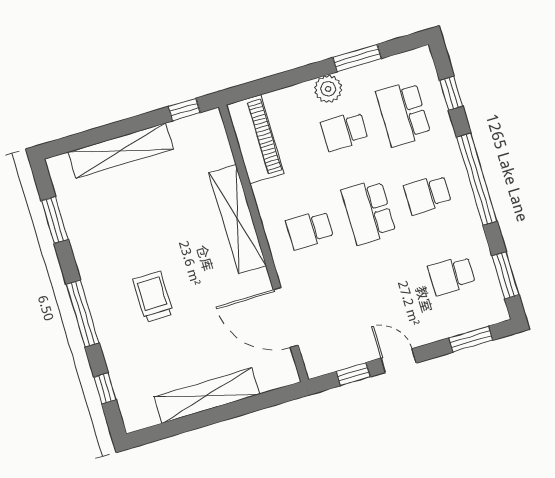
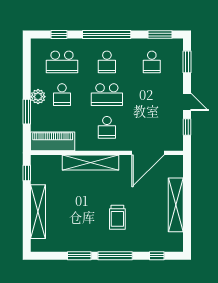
window: (357, 58) -> (27, 112), moved
window: (55, 220) -> (79, 256), moved
trolley: (153, 297) -> (117, 217), turned -90
door: (399, 361) -> (187, 102), swing flipped

